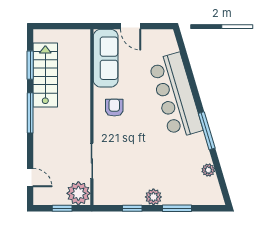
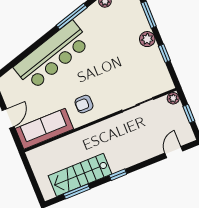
window: (30, 113) -> (118, 175), width x0.46
plant: (78, 193) -> (173, 98), width x0.53, depth x0.53

